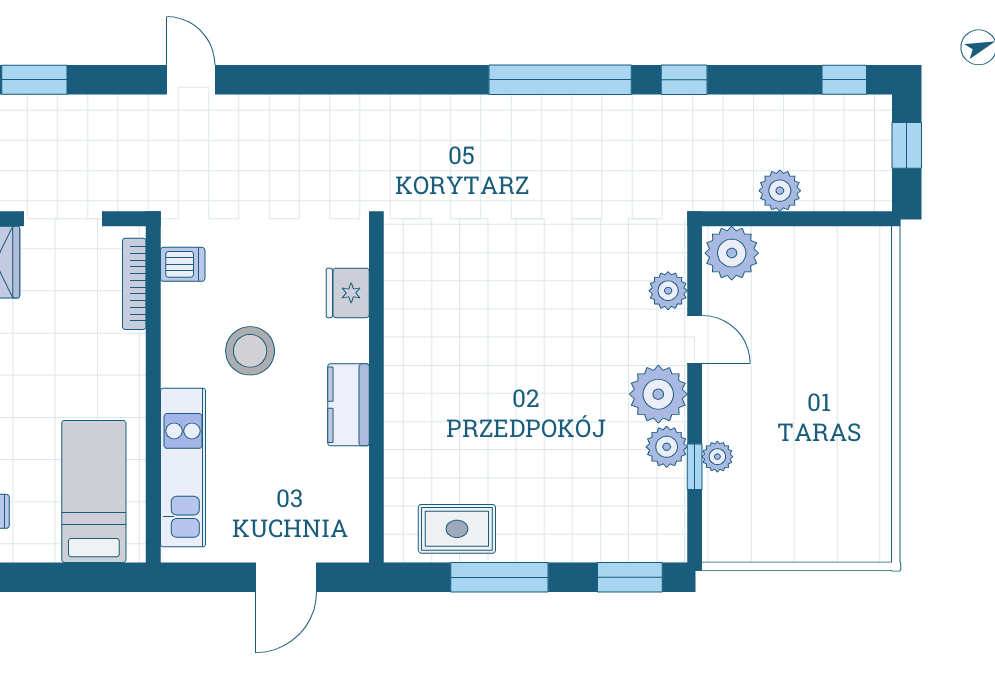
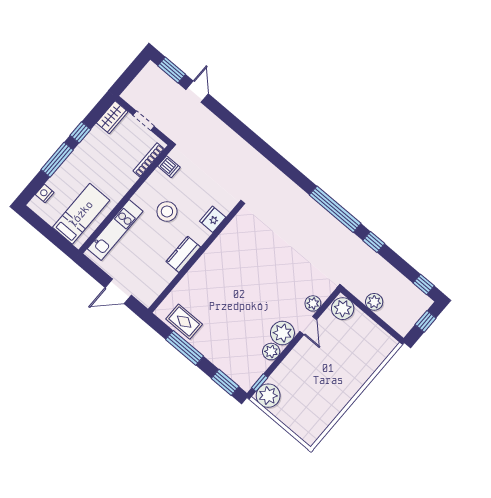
door: (191, 80) -> (197, 92), moved
doorway: (63, 219) -> (144, 121), width x0.73
plant: (717, 457) -> (268, 396), moved, width x1.87, depth x1.87
window: (695, 467) -> (260, 383), moved

